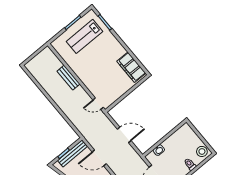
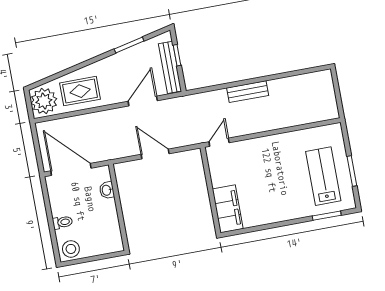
filing cabinet: (131, 67) -> (228, 209), moved, turned 90
bench: (68, 78) -> (248, 92), moved
door: (124, 135) -> (155, 154), swing flipped

